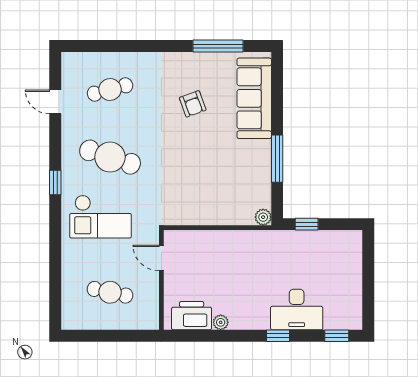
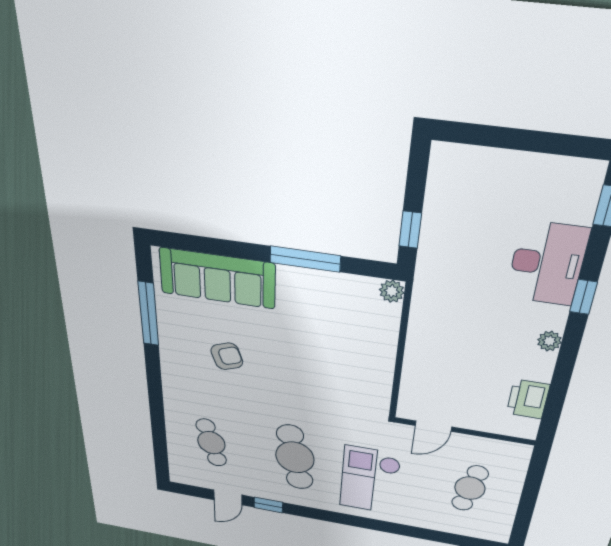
cafe table: (110, 157) -> (295, 457), turned -30
window: (55, 183) -> (268, 505), moved
checkout: (101, 217) -> (370, 480), turned 180
printer: (192, 316) -> (528, 399), width x0.73, depth x0.84
plant: (221, 322) -> (549, 341), moved

